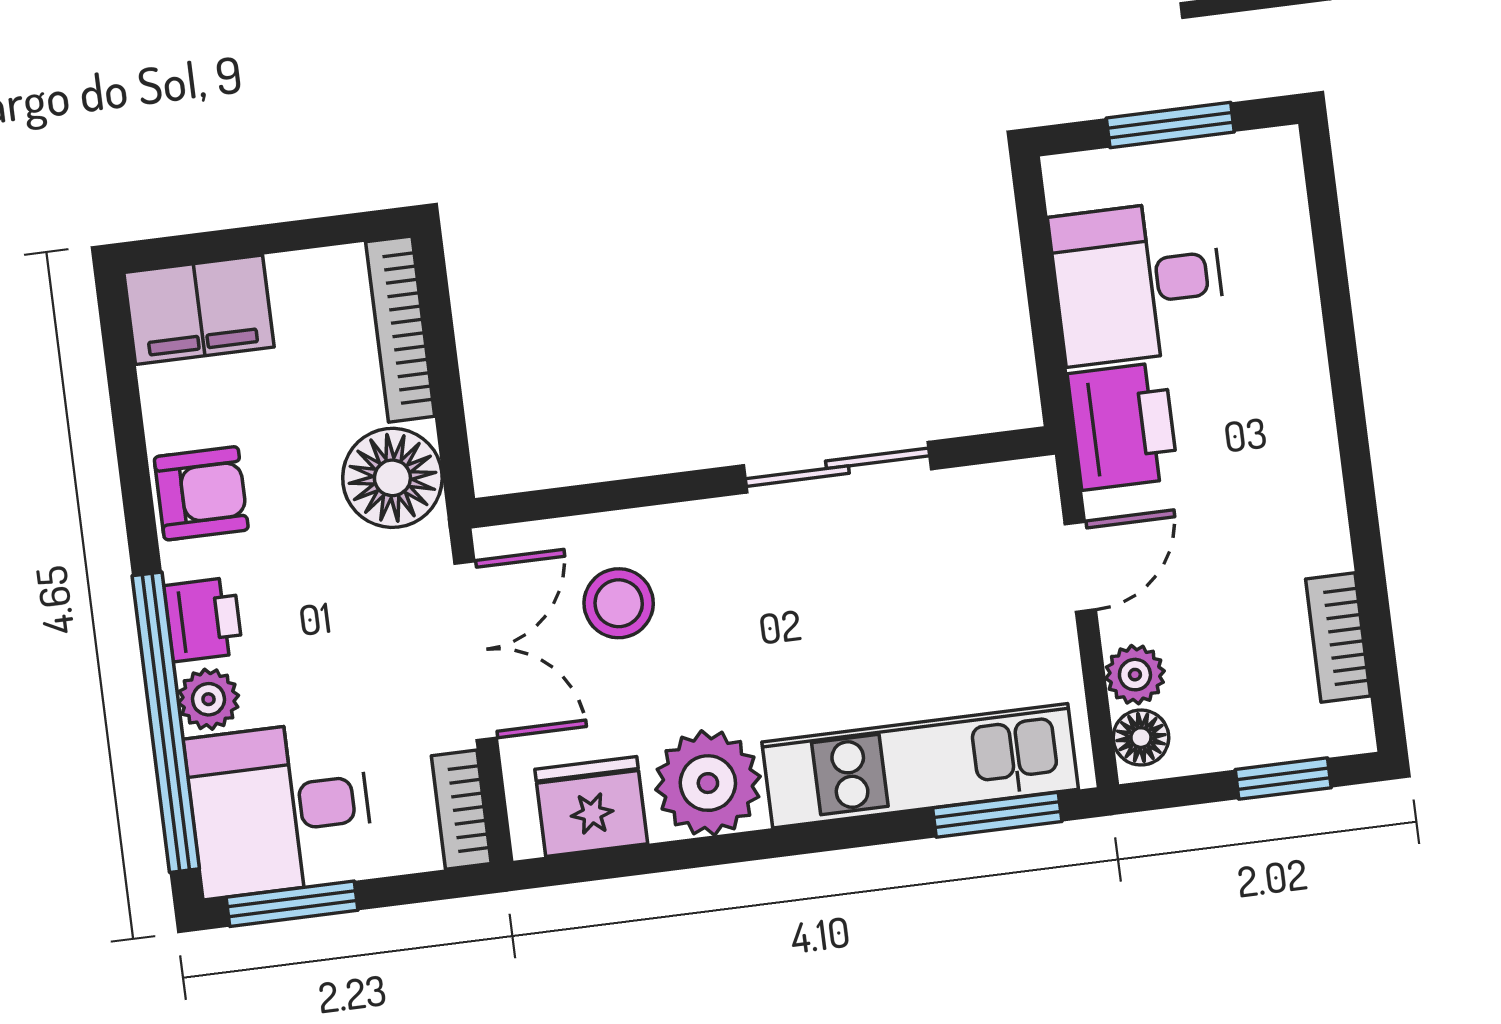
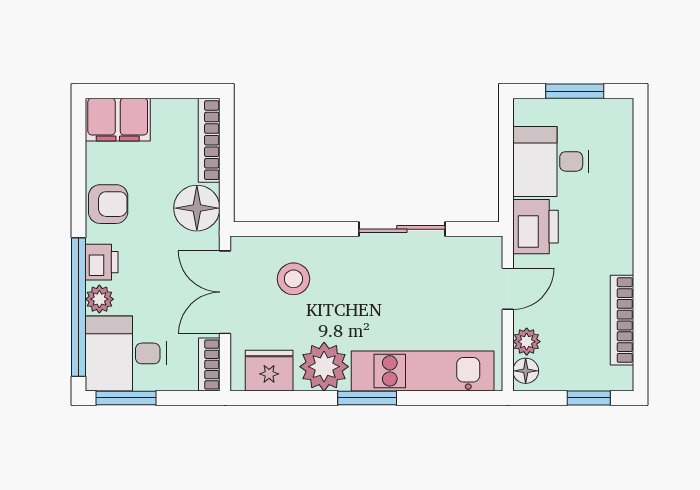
bookcase: (1338, 637) -> (622, 320), width x1.56
double door: (476, 651) -> (225, 292), swing flipped
window: (997, 815) -> (367, 398), moved

